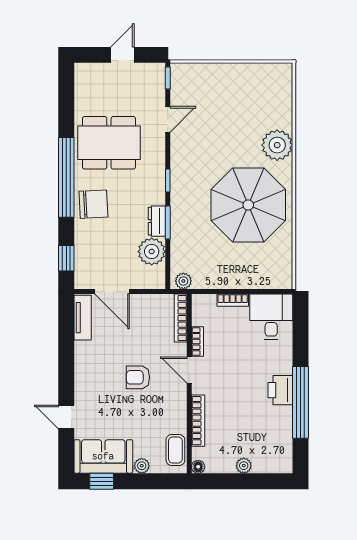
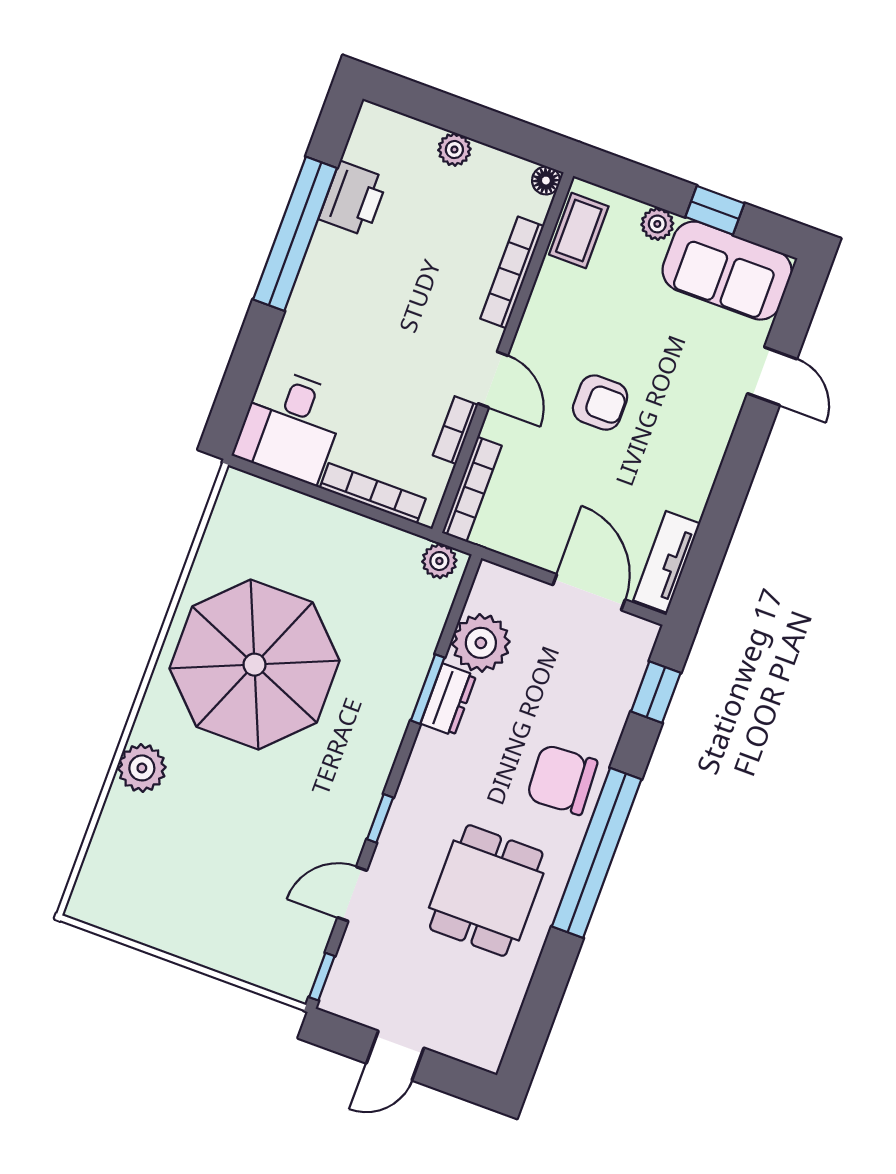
dining table: (109, 143) -> (486, 890), width x0.73
plant: (277, 145) -> (142, 768), width x0.73, depth x0.73
window: (168, 180) -> (380, 818), moved
bookcase: (233, 300) -> (373, 493), width x1.56
printer: (280, 390) -> (353, 199), moved
window: (102, 481) -> (715, 210), moved

